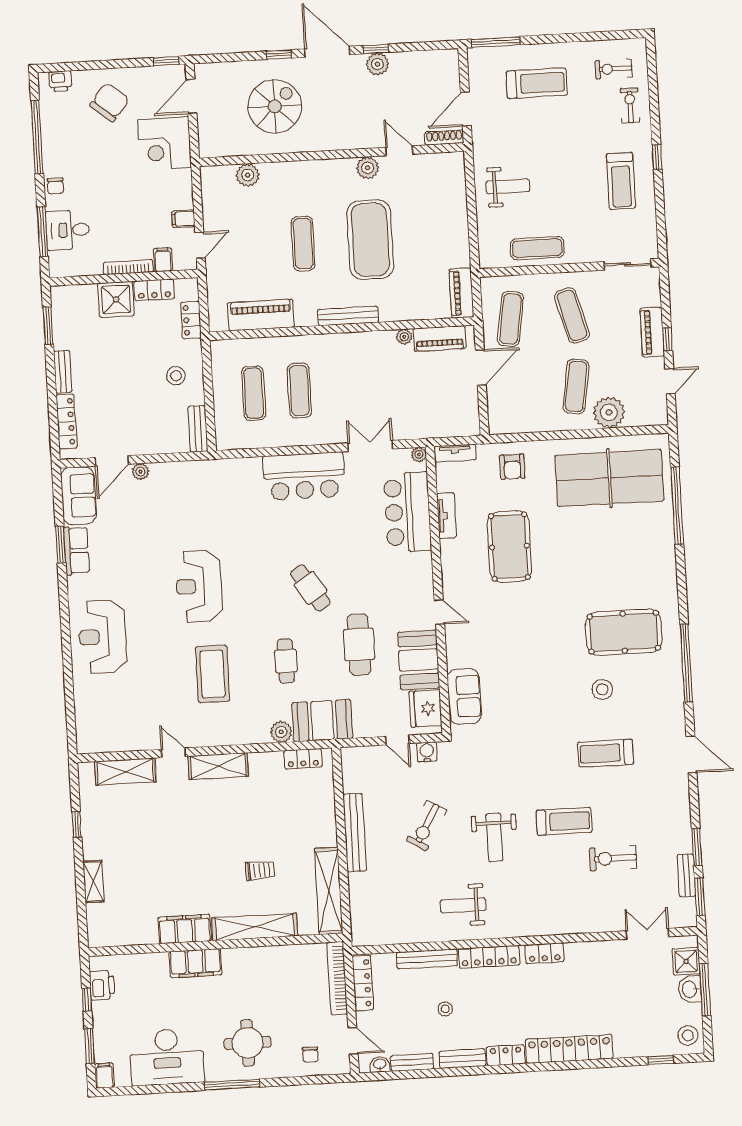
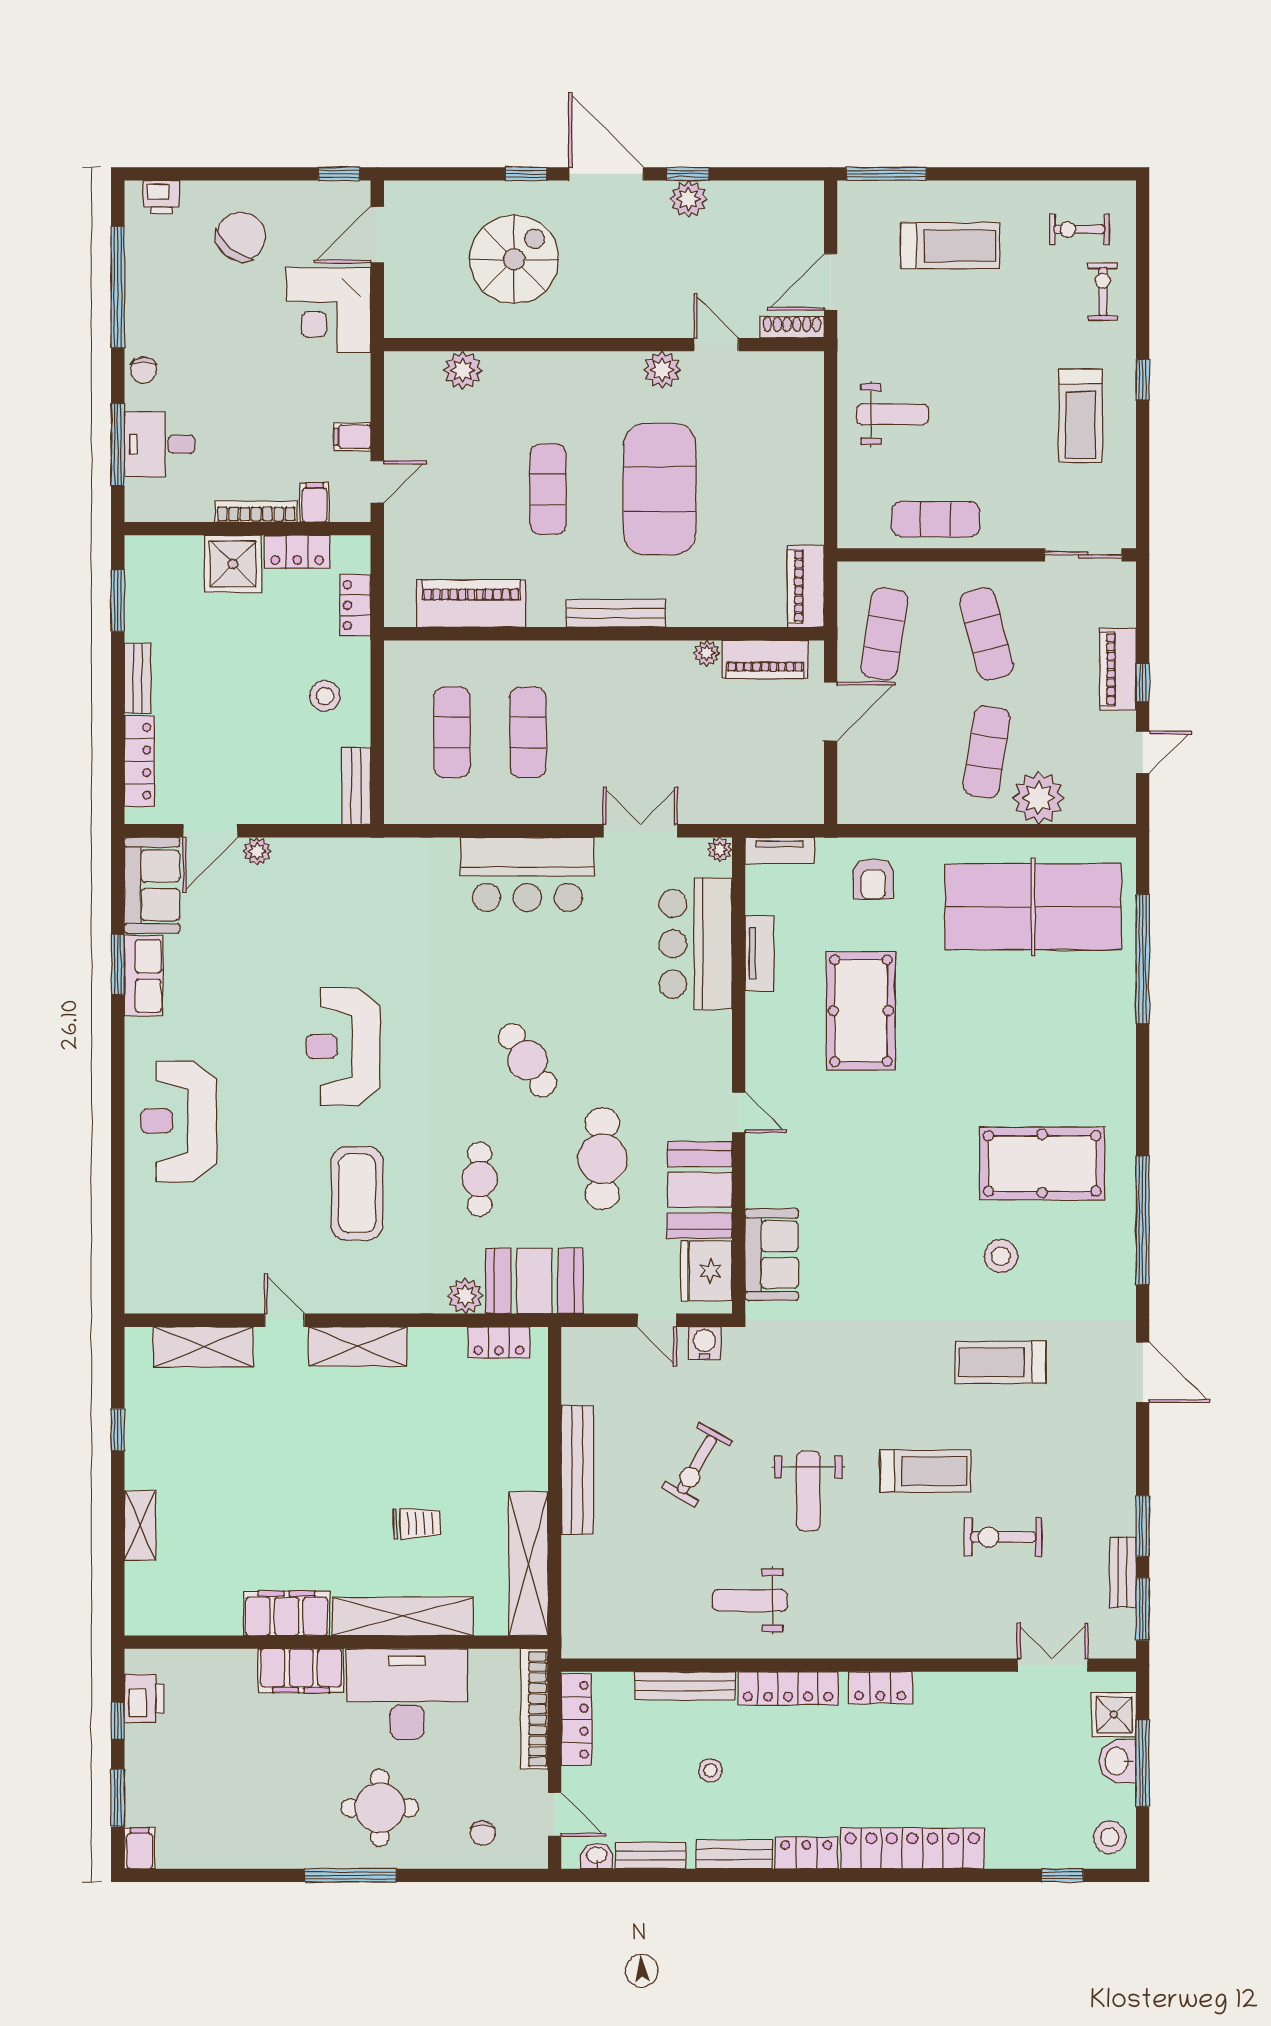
desk: (167, 1057) -> (407, 1694), moved, turned 180

